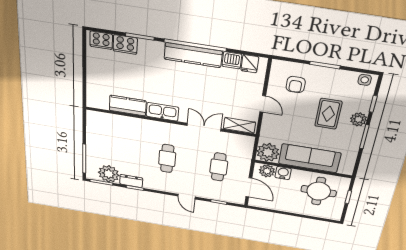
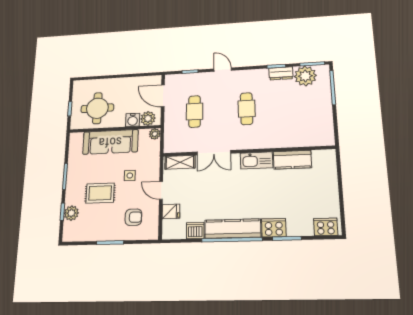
cooker: (125, 44) -> (274, 228), moved
fridge: (250, 64) -> (171, 211), moved, turned 90
side table: (365, 80) -> (130, 176), moved
armchair: (296, 84) -> (133, 217), turned 90
rug: (328, 114) -> (100, 193), turned 90
plant: (359, 119) -> (71, 213), moved
plant: (268, 152) -> (155, 134), width x0.53, depth x0.53

